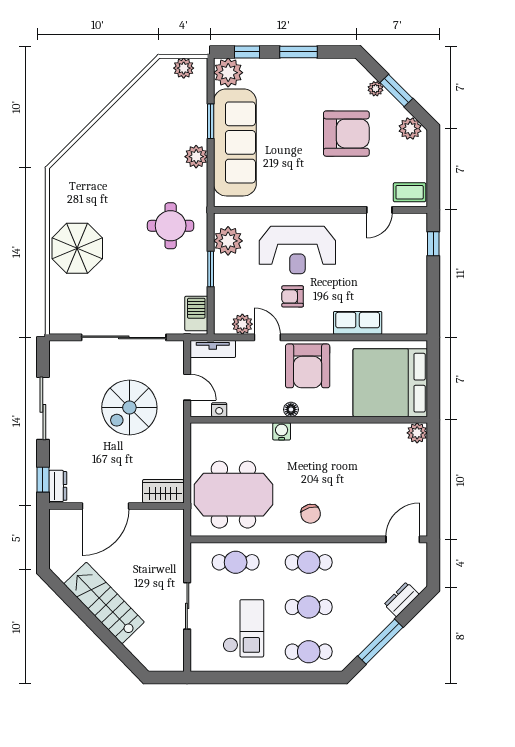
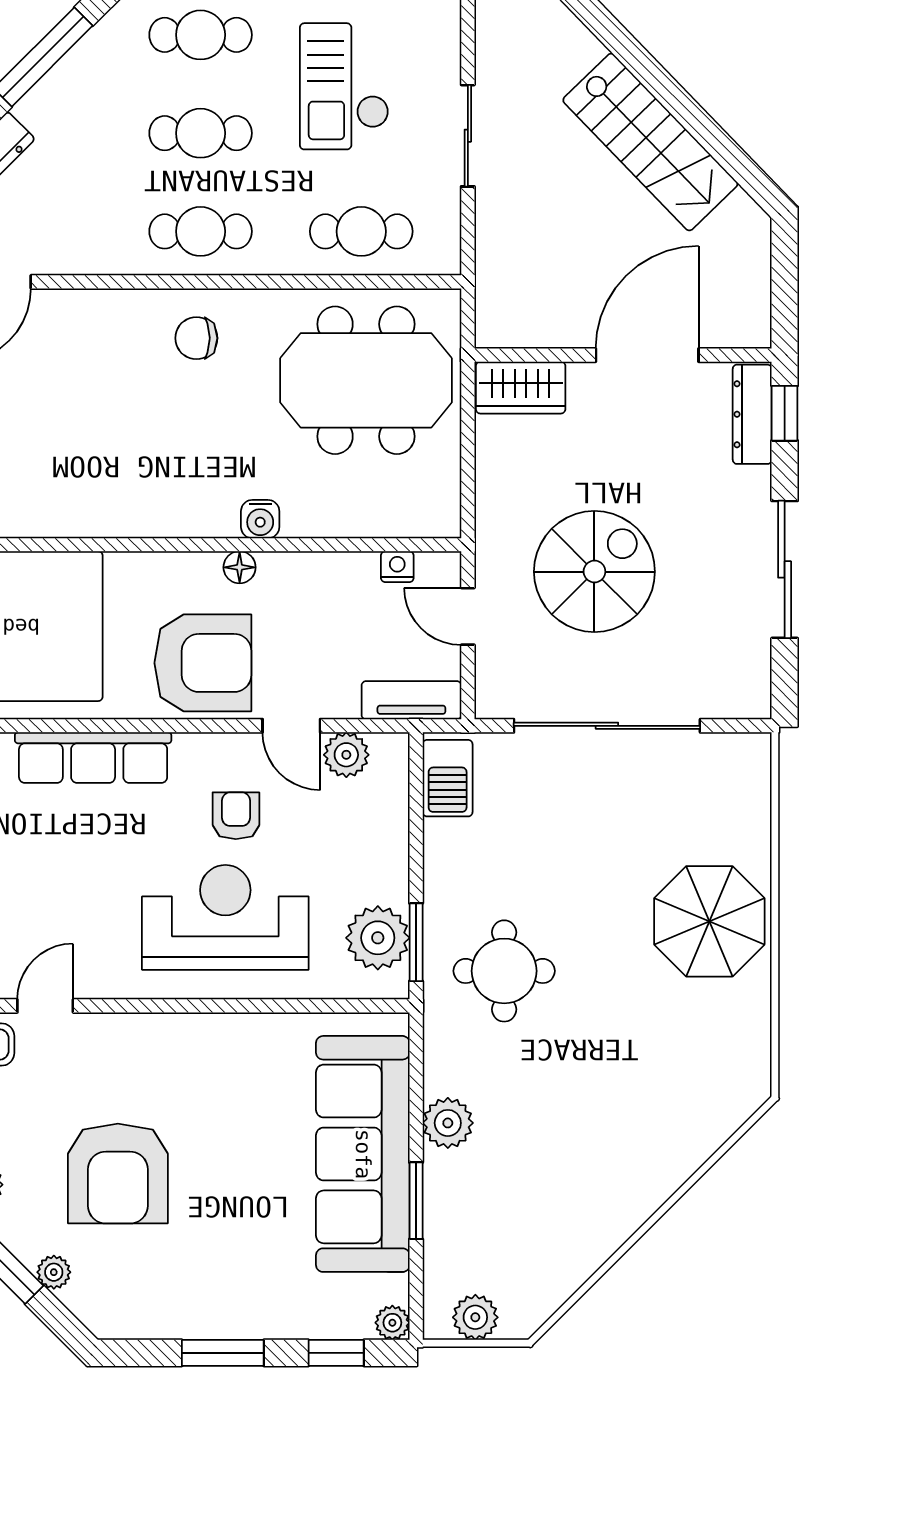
plant: (228, 73) -> (392, 1323), width x0.53, depth x0.53
armchair: (346, 134) -> (118, 1174), turned -90
window: (211, 269) -> (416, 942), moved
armchair: (293, 296) -> (236, 816), turned -90
row of seats: (358, 323) -> (93, 758), width x1.48
armchair: (308, 366) -> (203, 663), turned 90
dresser: (58, 486) -> (752, 414), width x1.44
chair: (311, 514) -> (196, 338), turned -74

